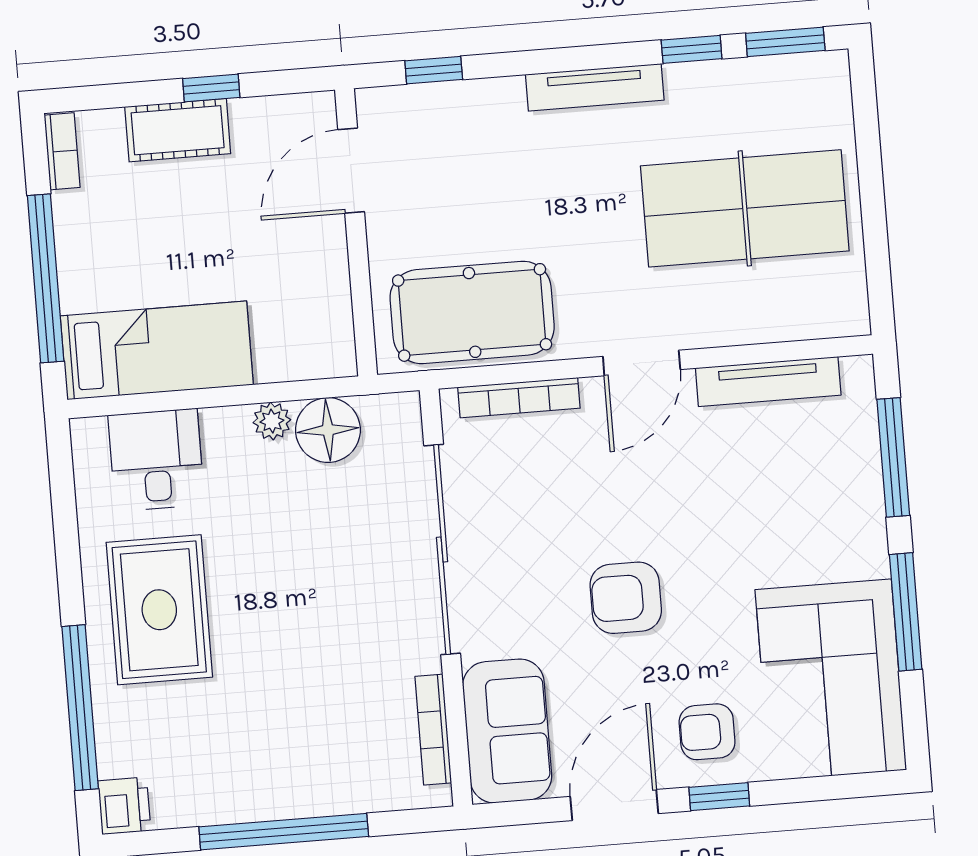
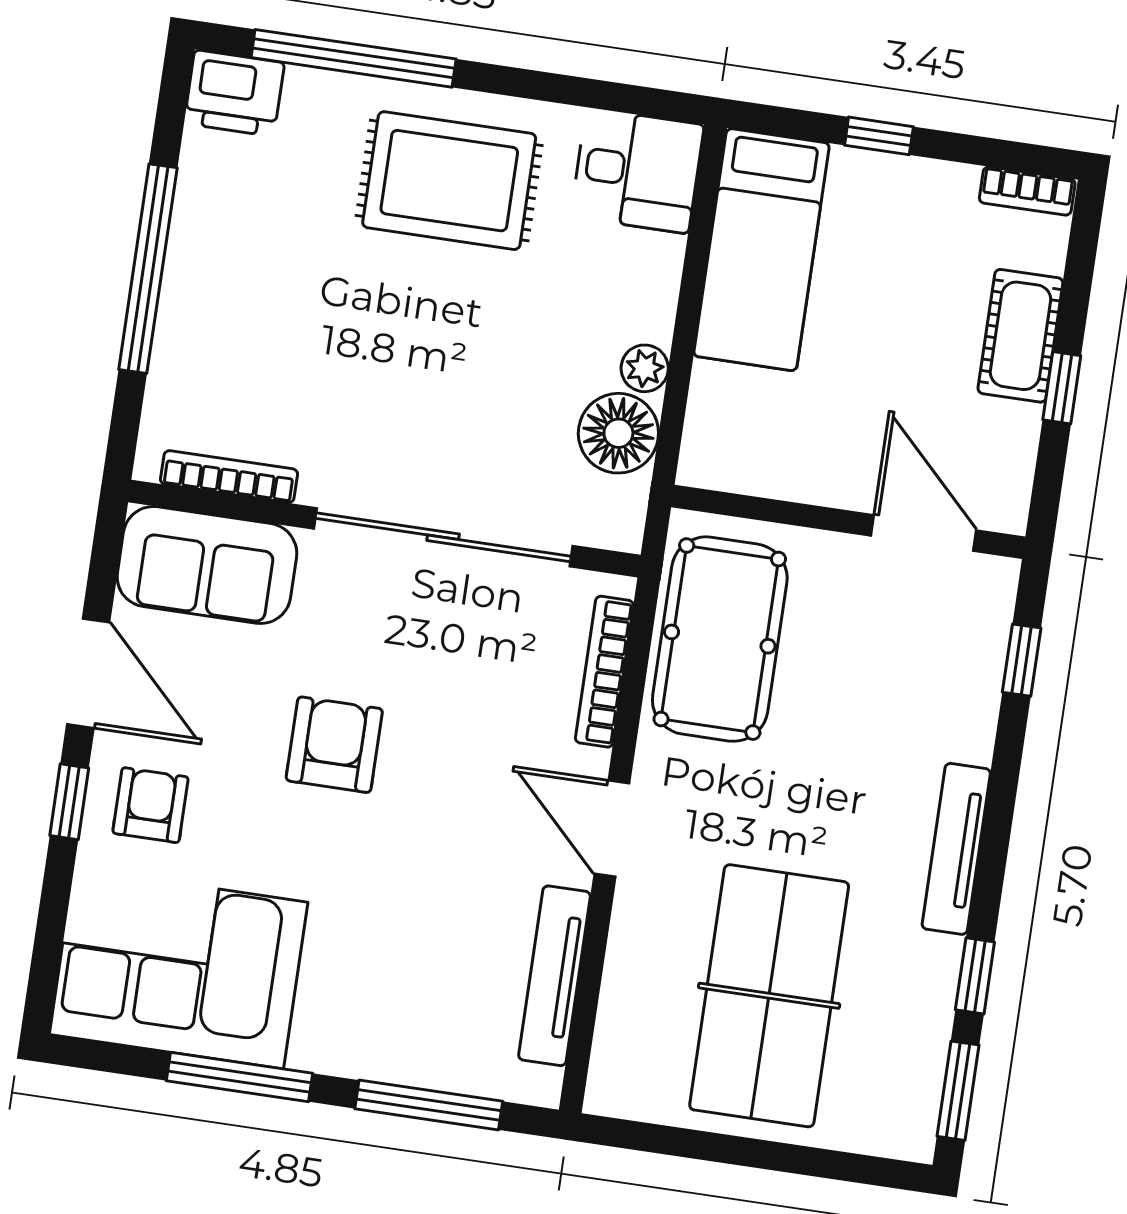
window: (46, 278) -> (879, 136), width x0.32
desk: (156, 460) -> (637, 171), moved
printer: (124, 806) -> (234, 93), width x1.36, depth x1.24

